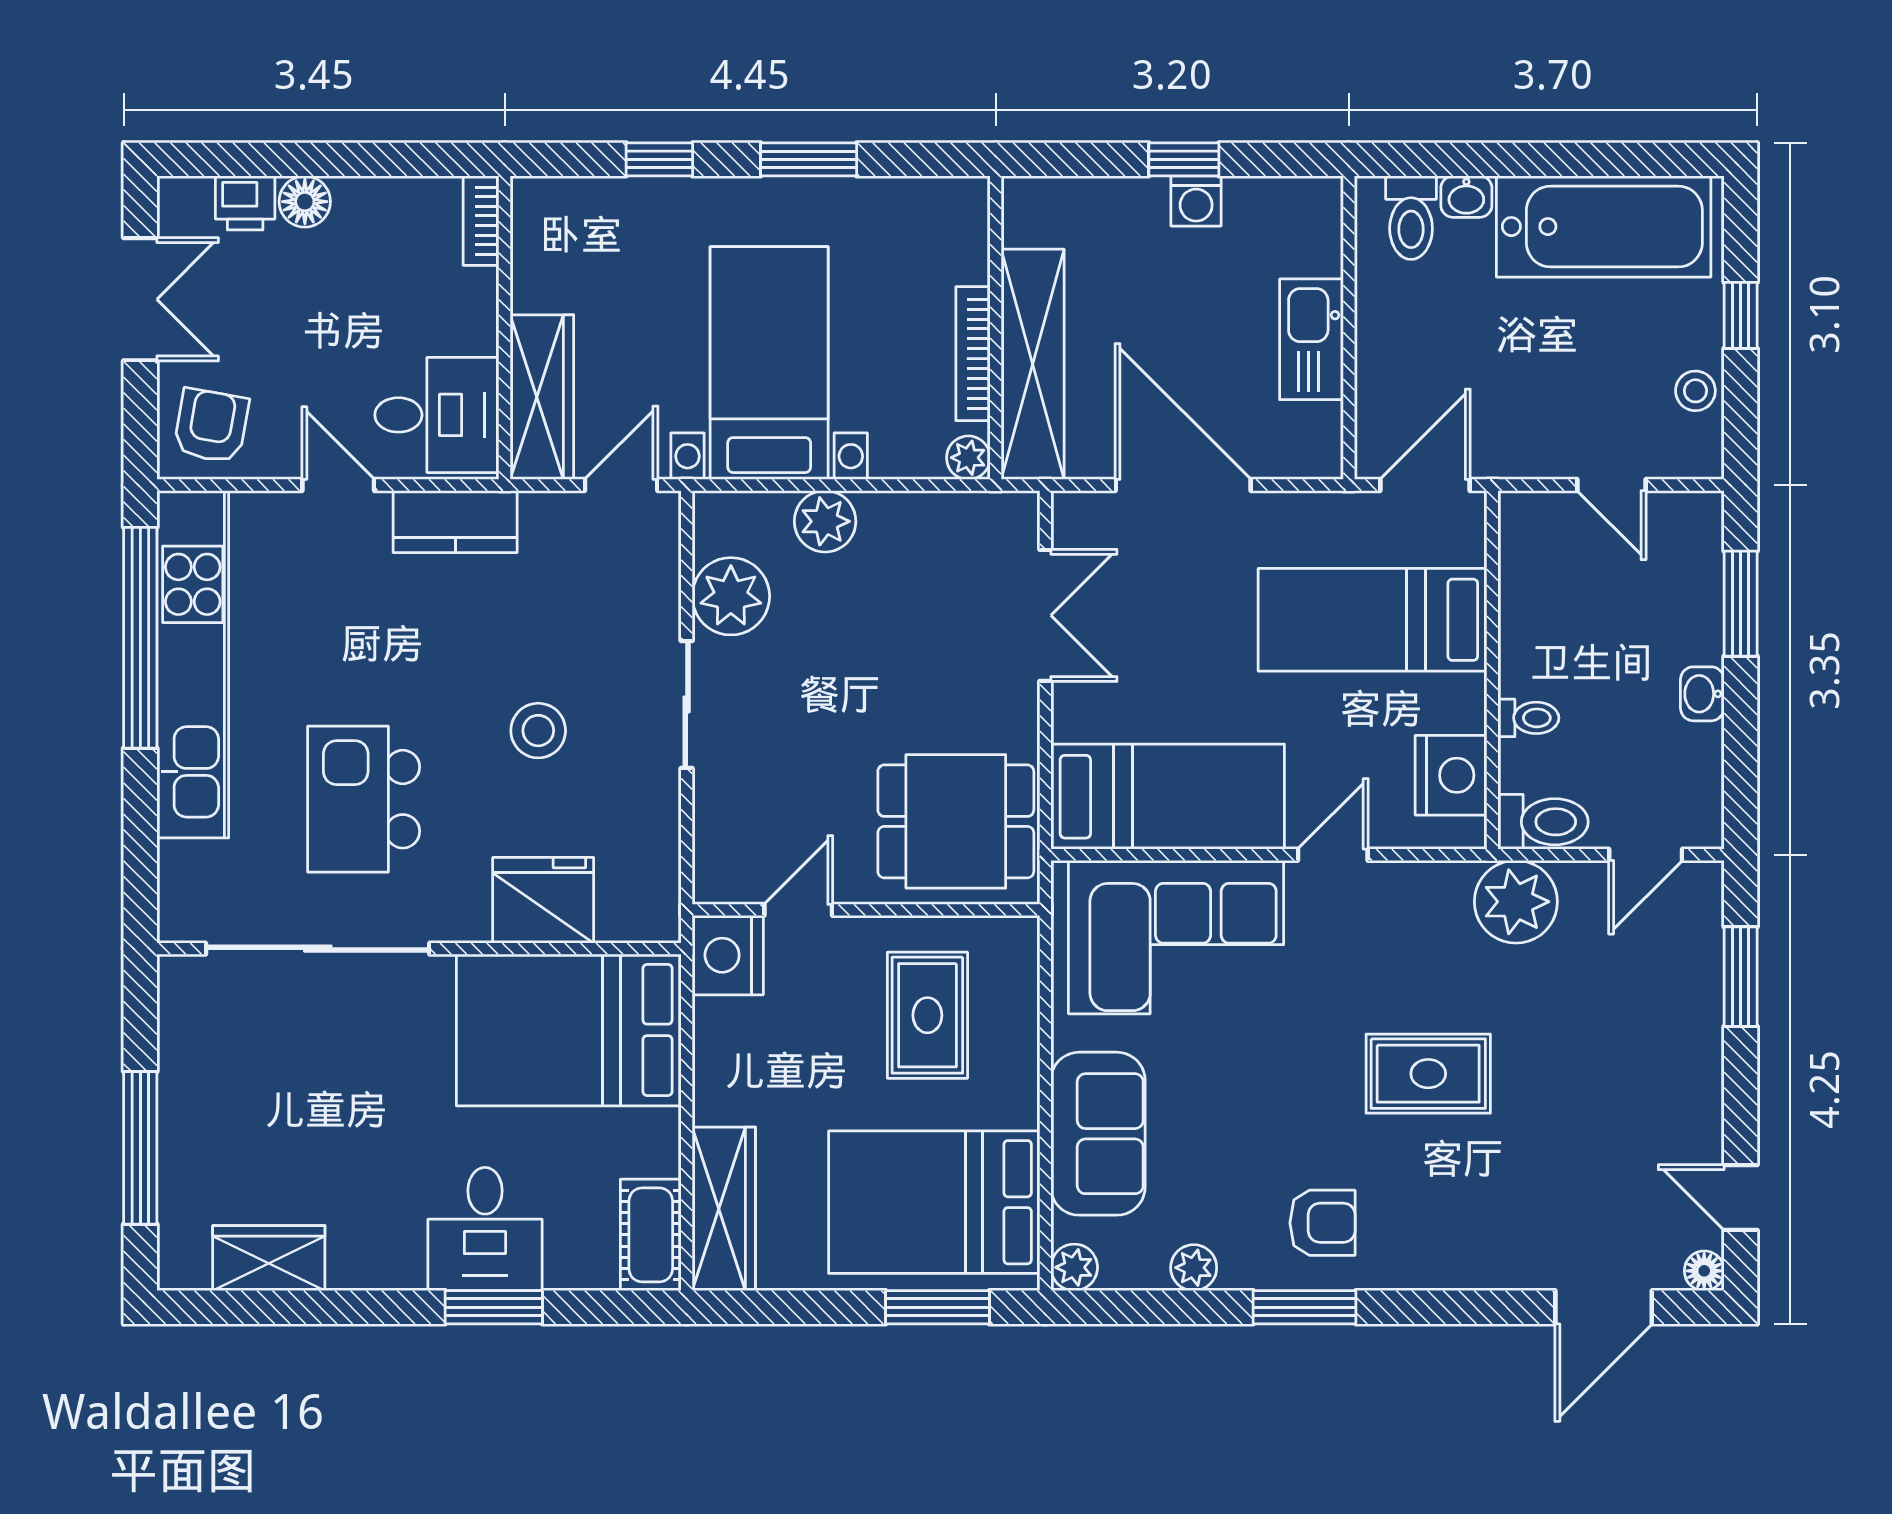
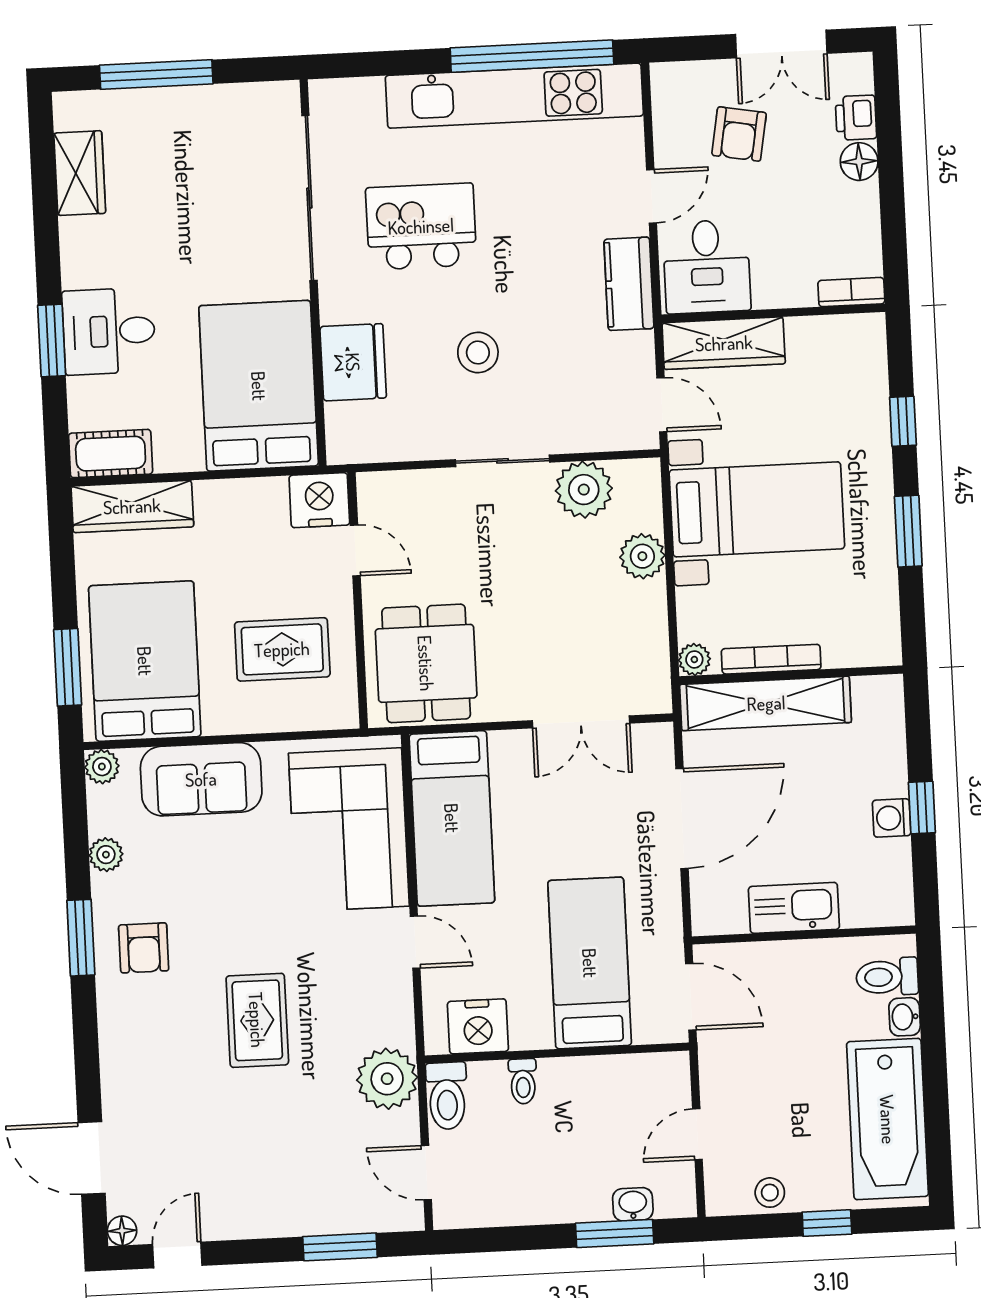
armchair: (211, 426) -> (739, 134), moved, turned 90
washbasin: (1702, 694) -> (633, 1204), moved

